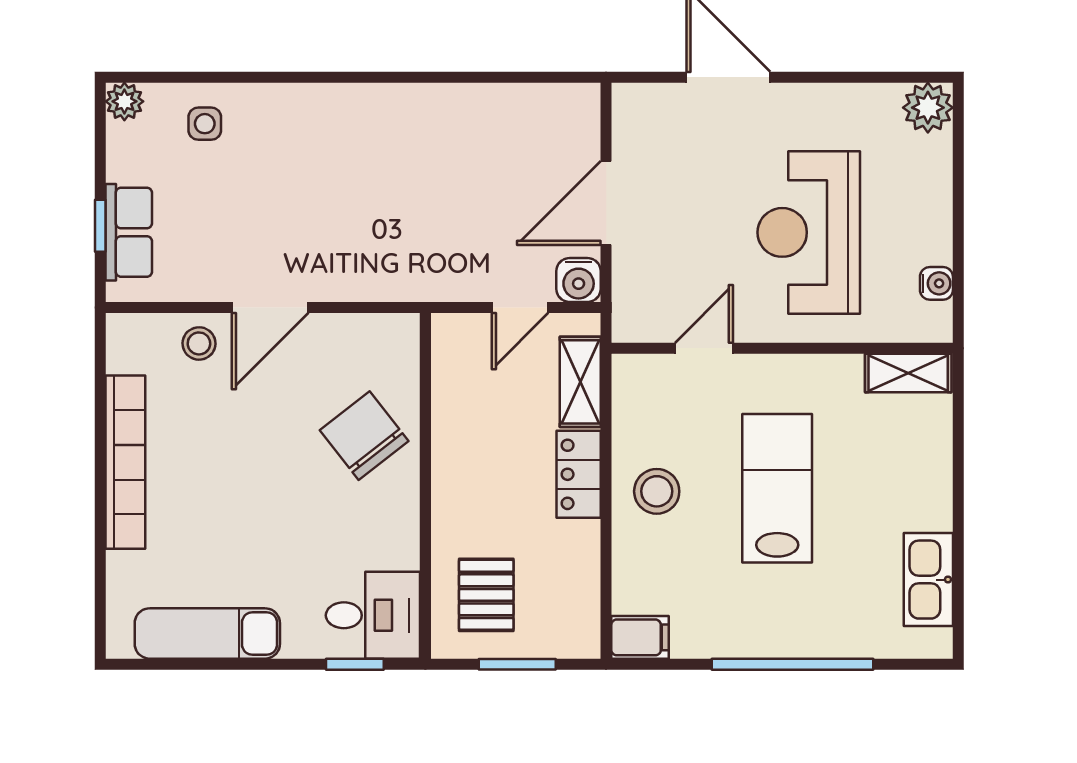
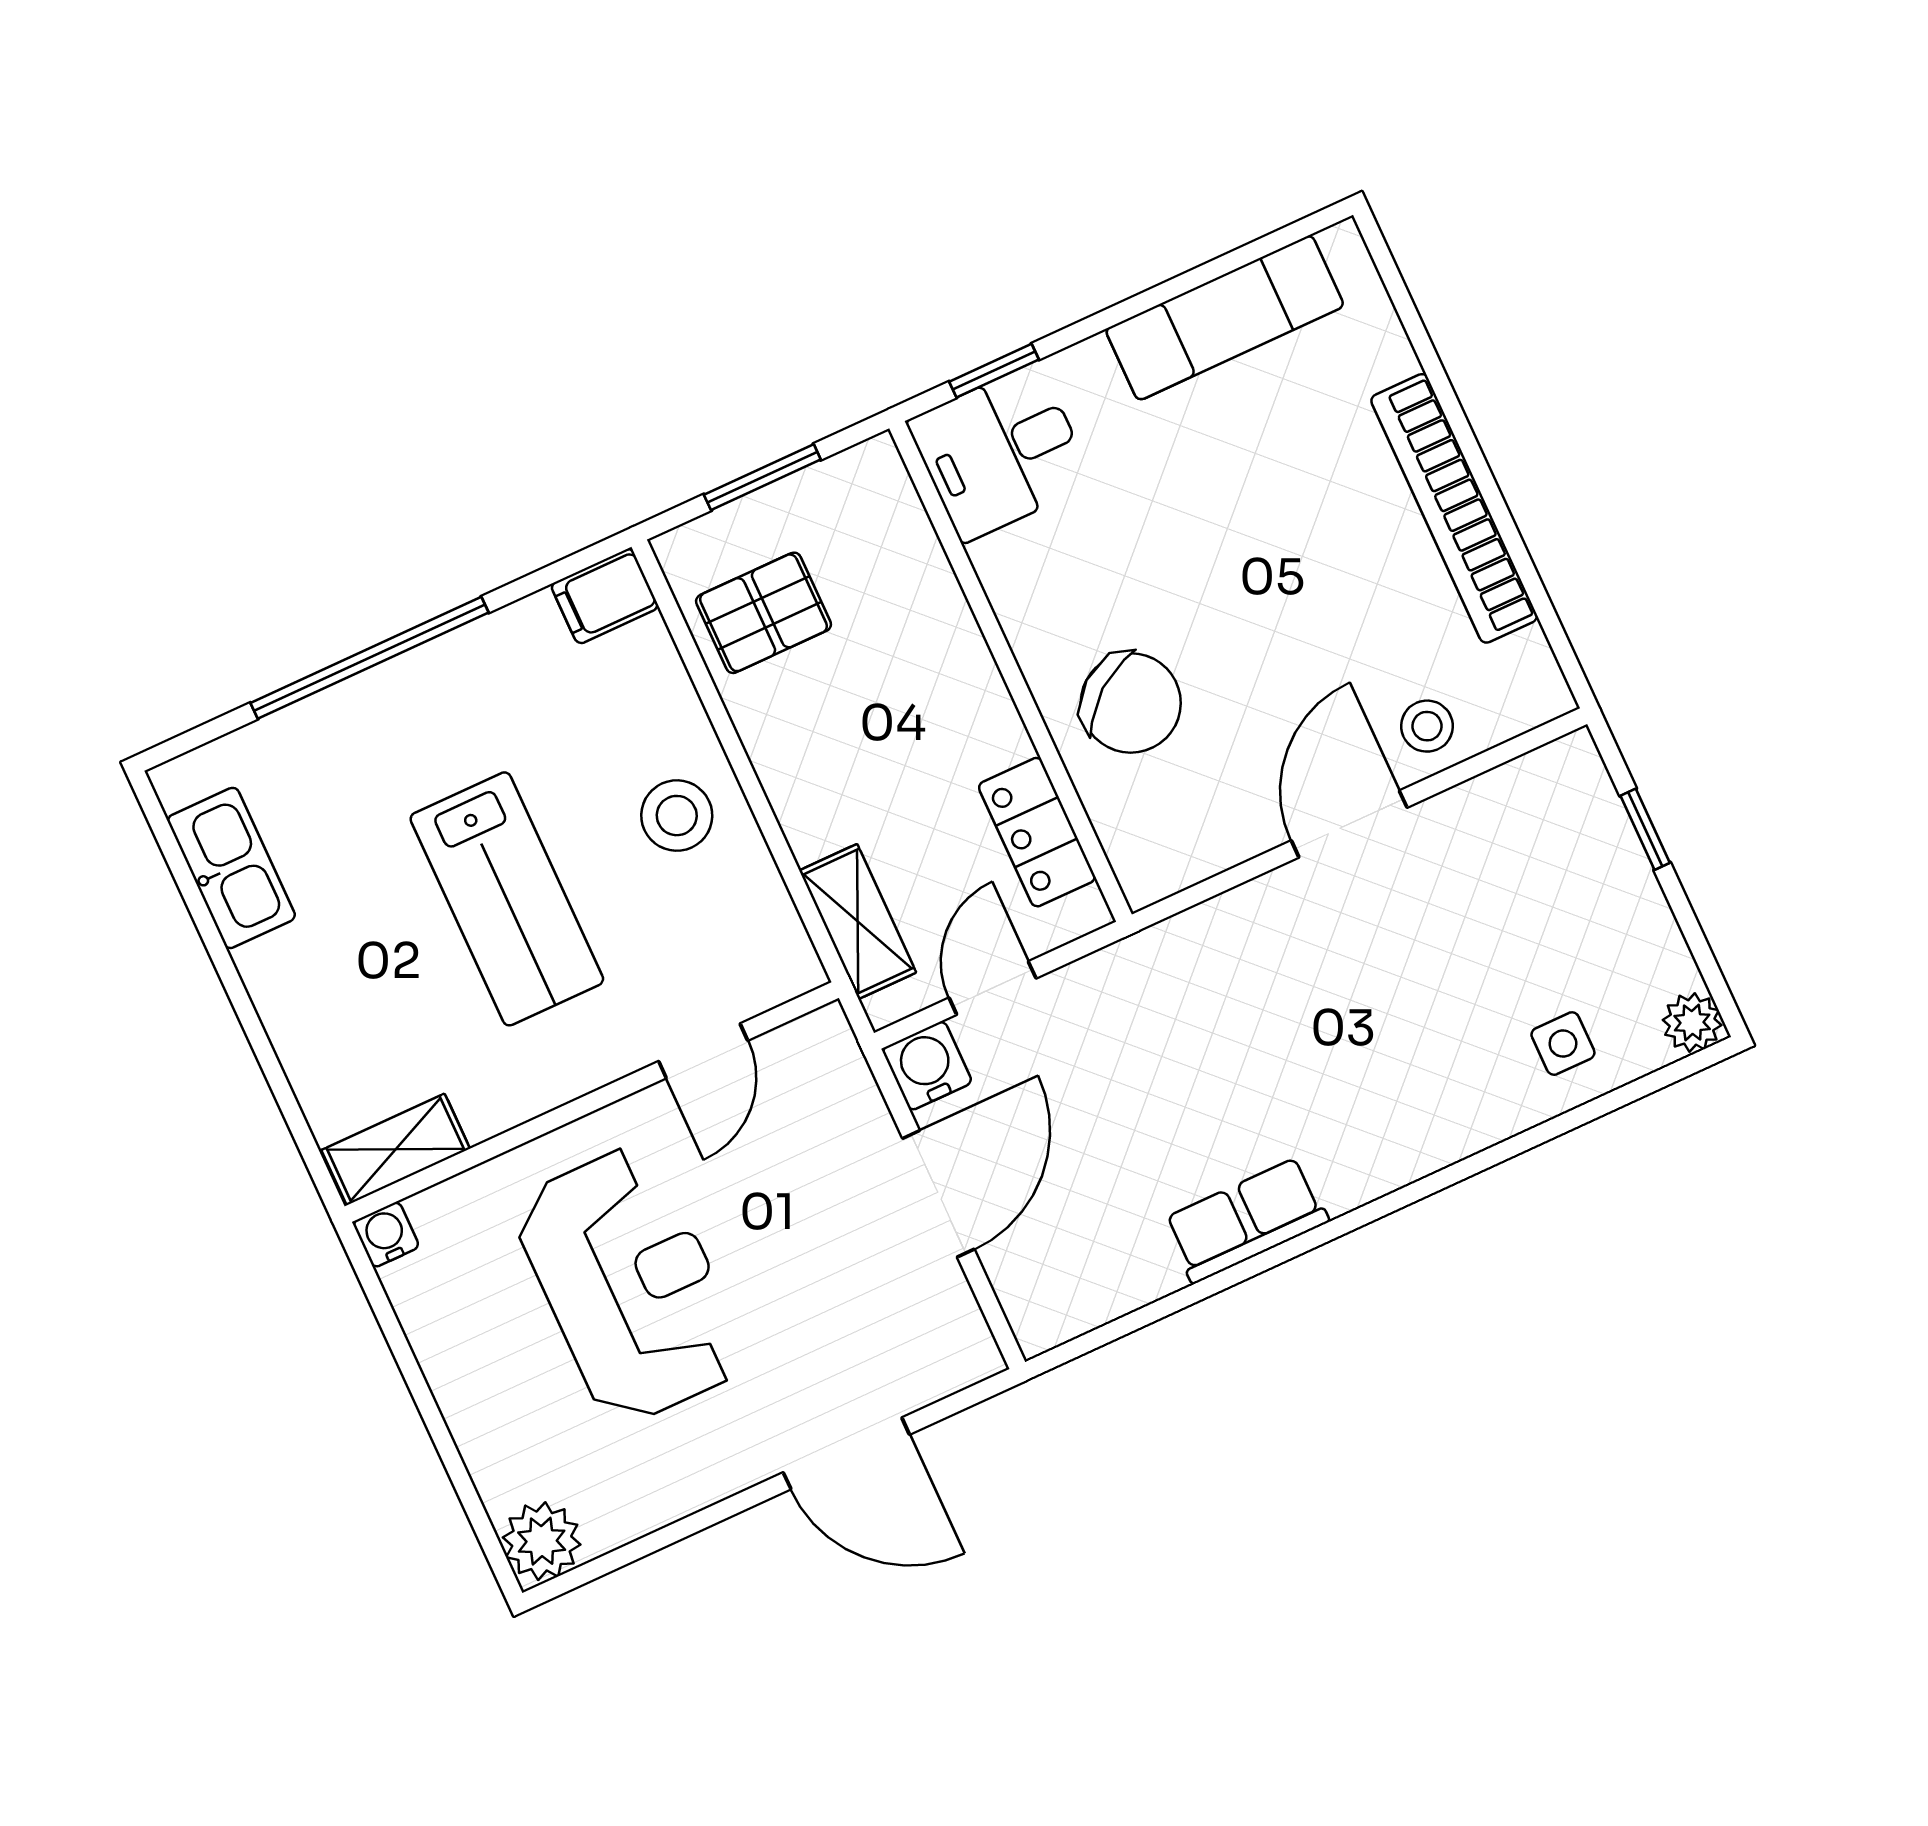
row of seats: (129, 232) -> (1246, 1220), moved, turned 90
water cooler: (936, 283) -> (386, 1235), moved, turned 90
locker: (579, 474) -> (1037, 832), moved, turned 180
pallet: (486, 595) -> (763, 613), moved, turned 90

